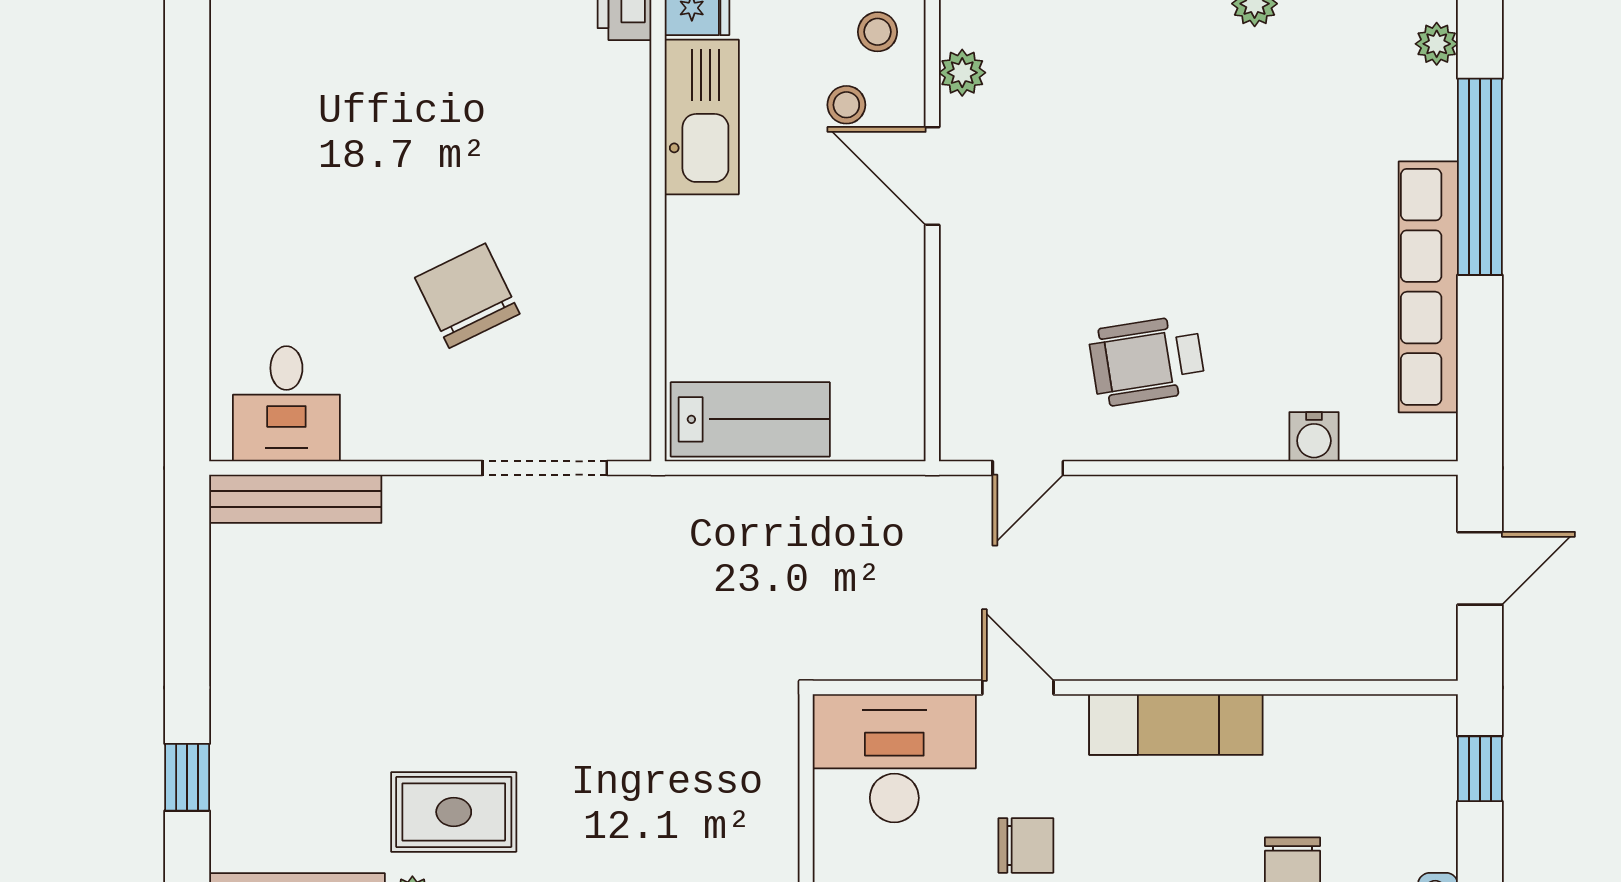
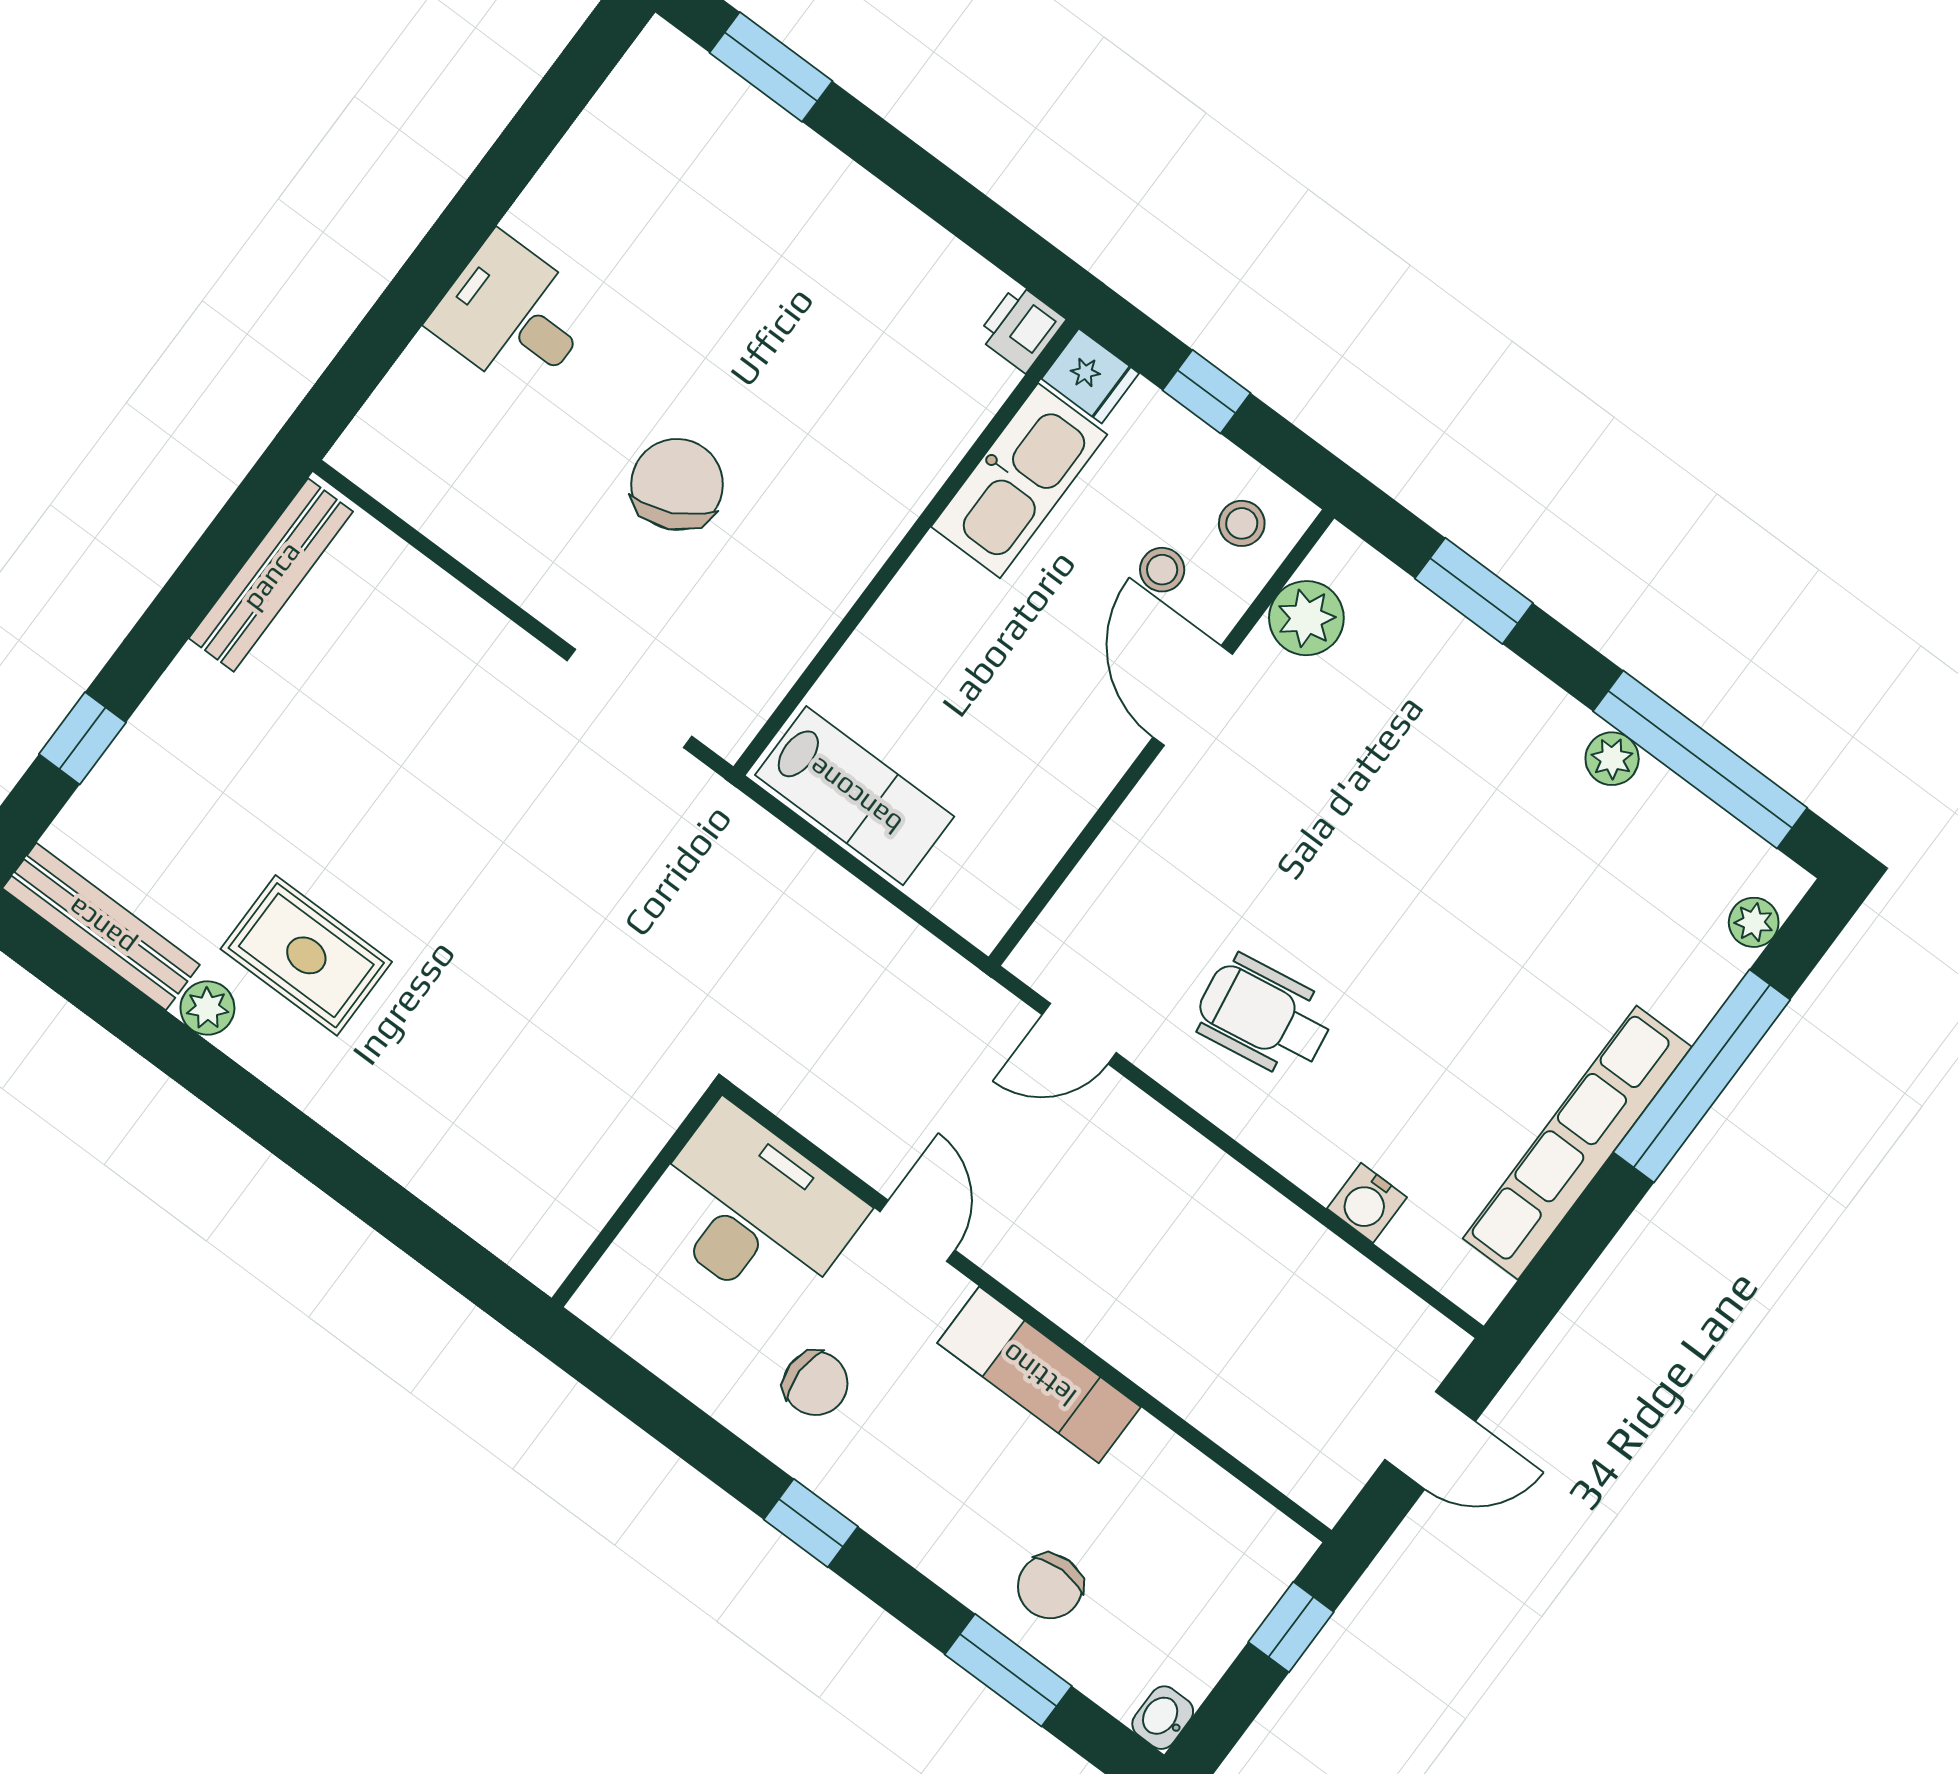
plant: (962, 73) -> (1306, 618), width x1.38, depth x1.38
desk: (286, 404) -> (513, 316), moved, turned 90
bench: (295, 499) -> (271, 575), moved, turned 90

